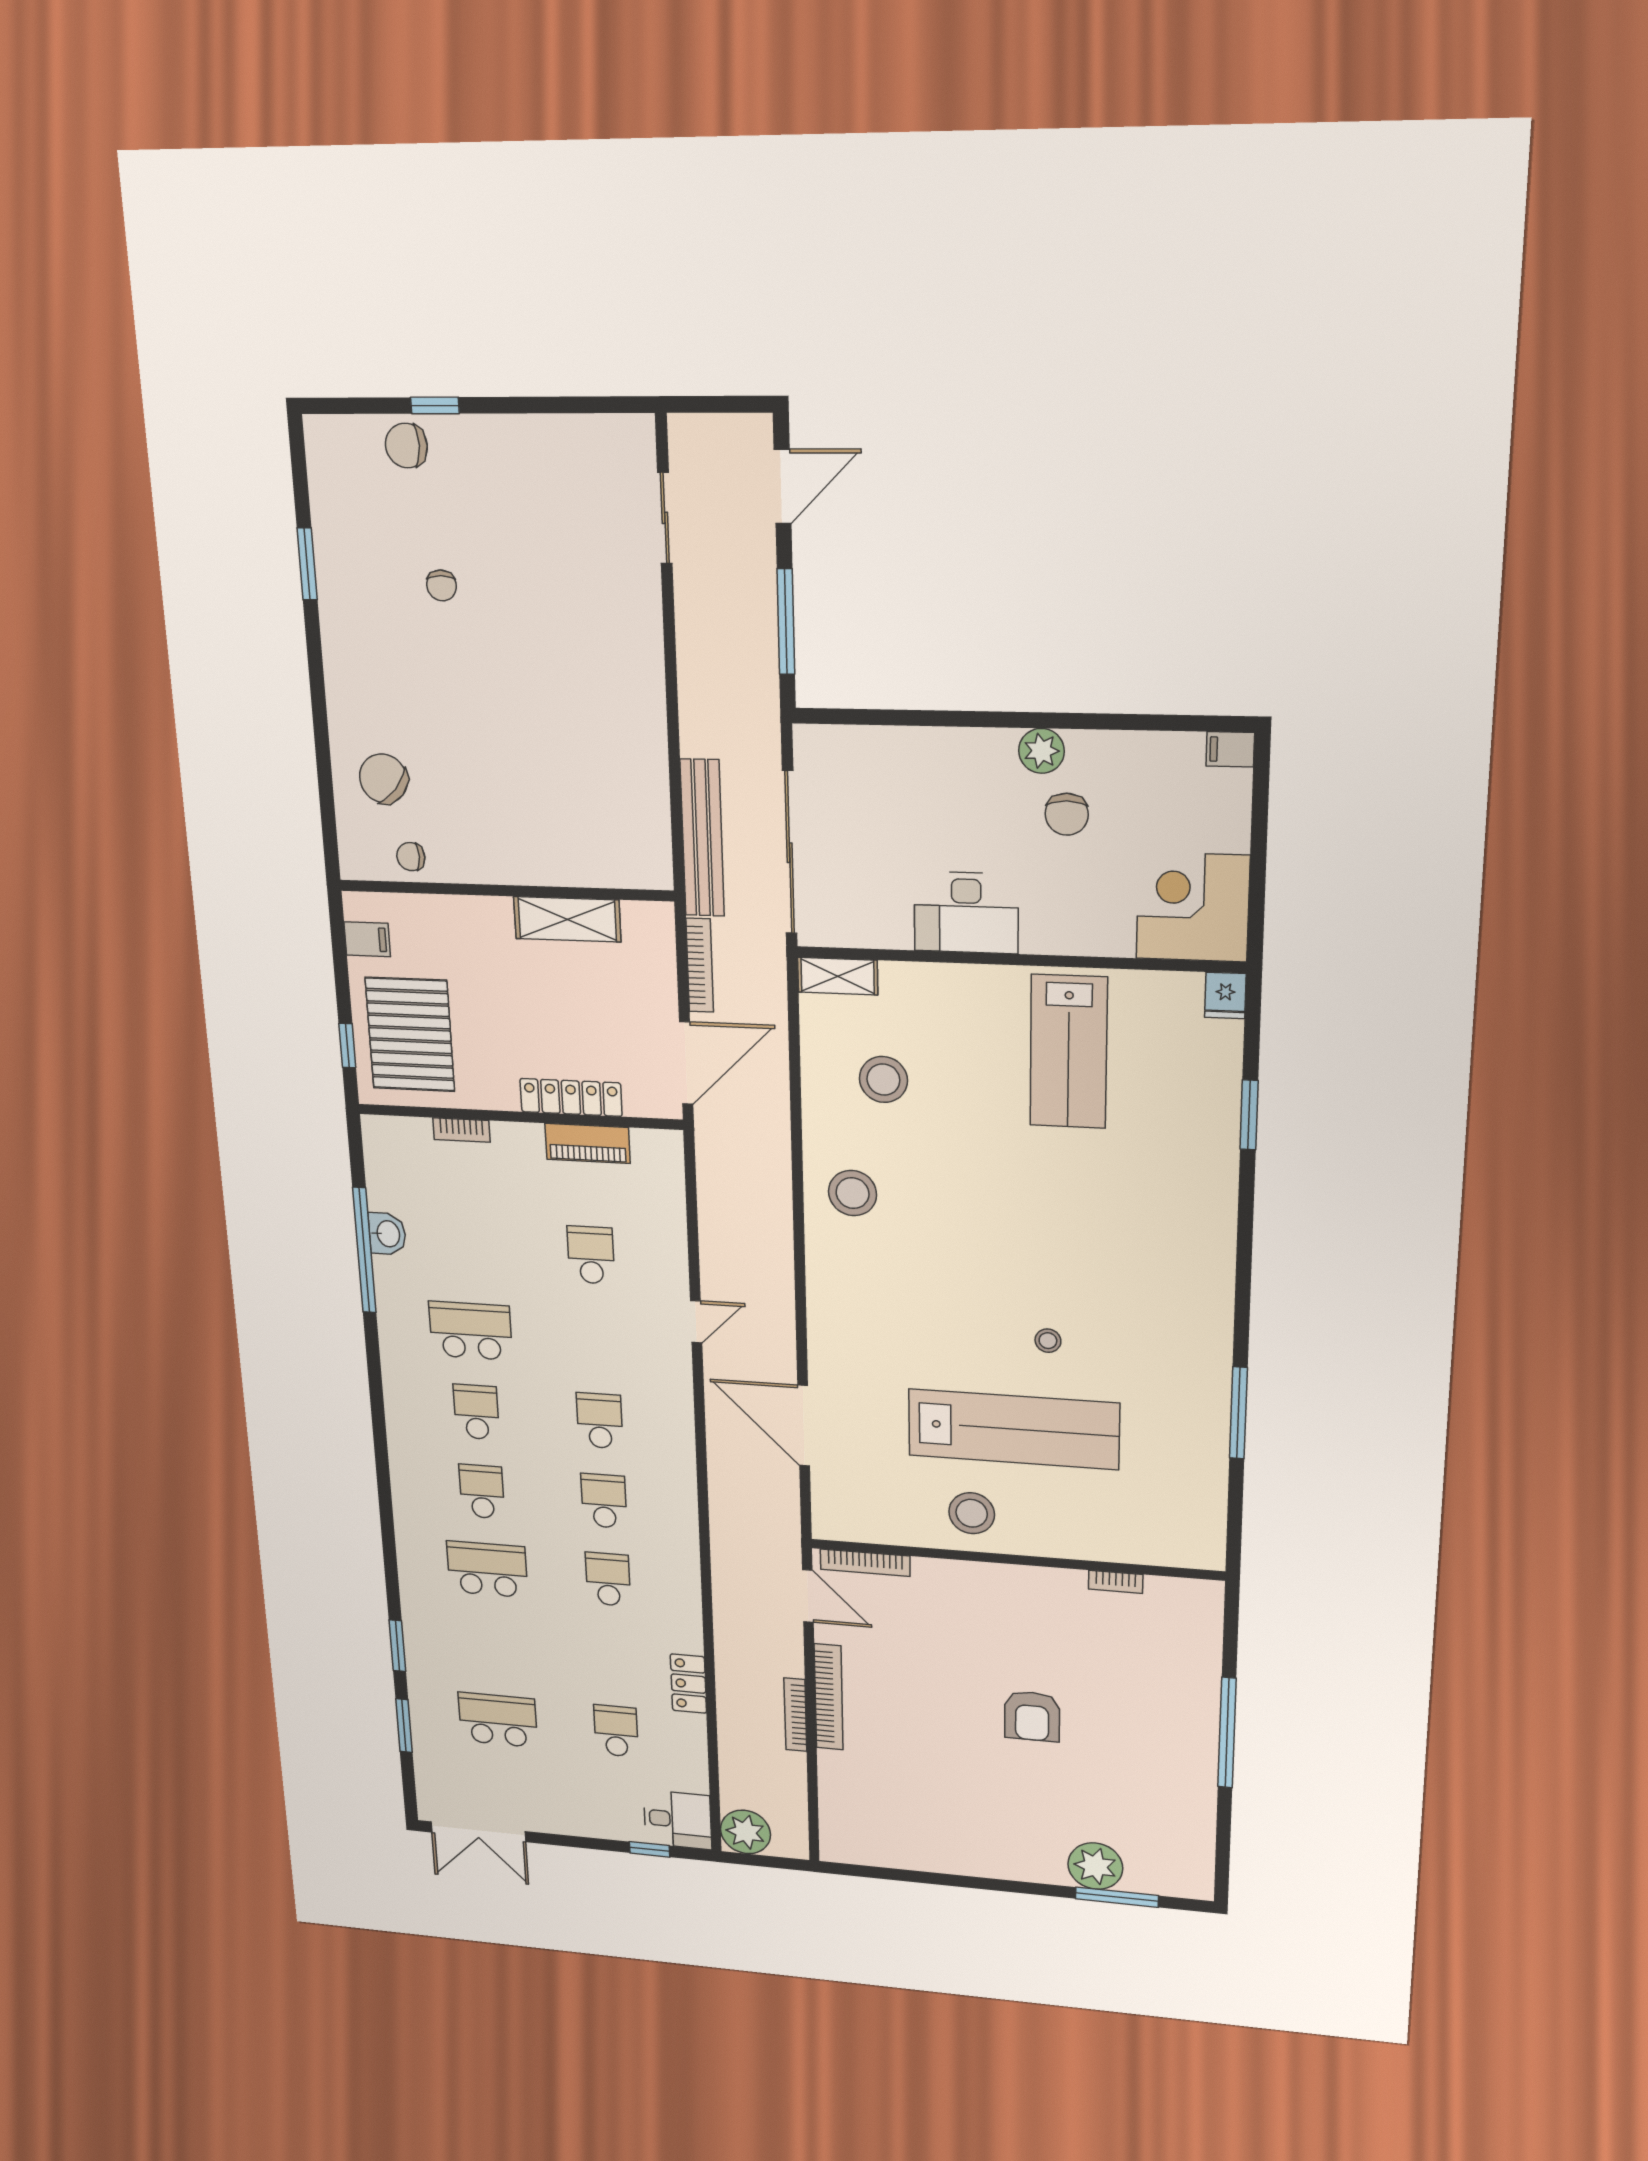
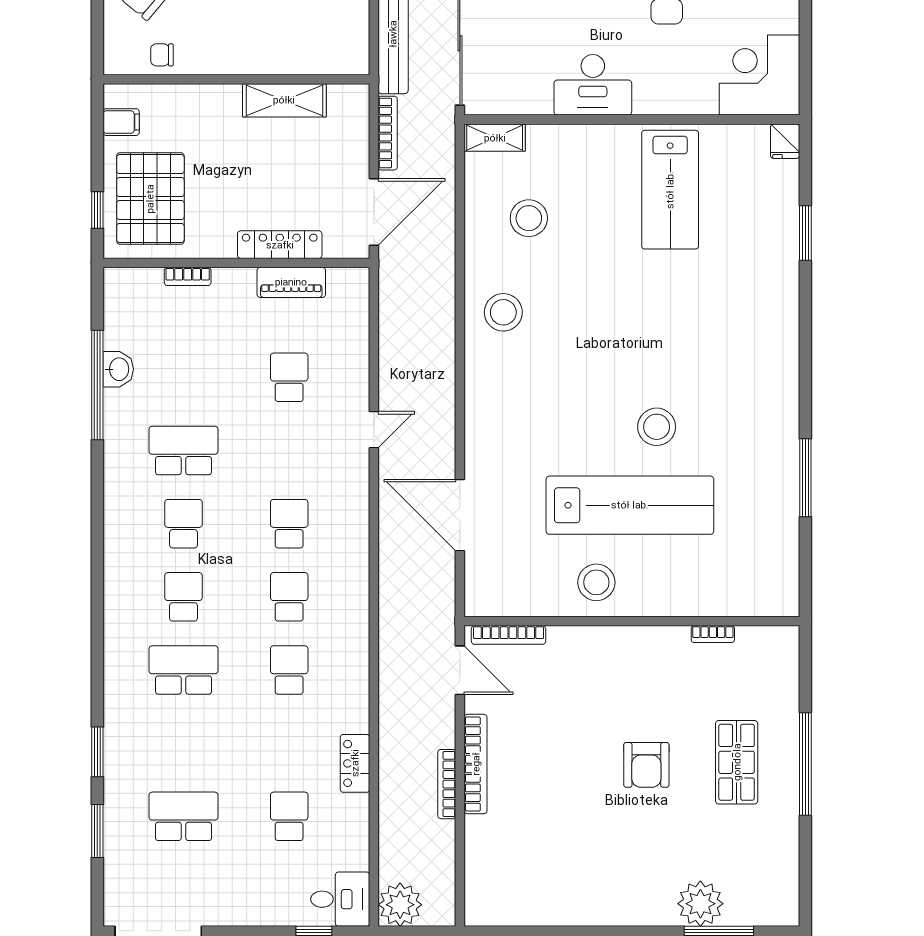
stool: (1048, 1341) -> (657, 427), width x1.89, depth x1.89
shop shelf: (1142, 1723) -> (737, 762), added

